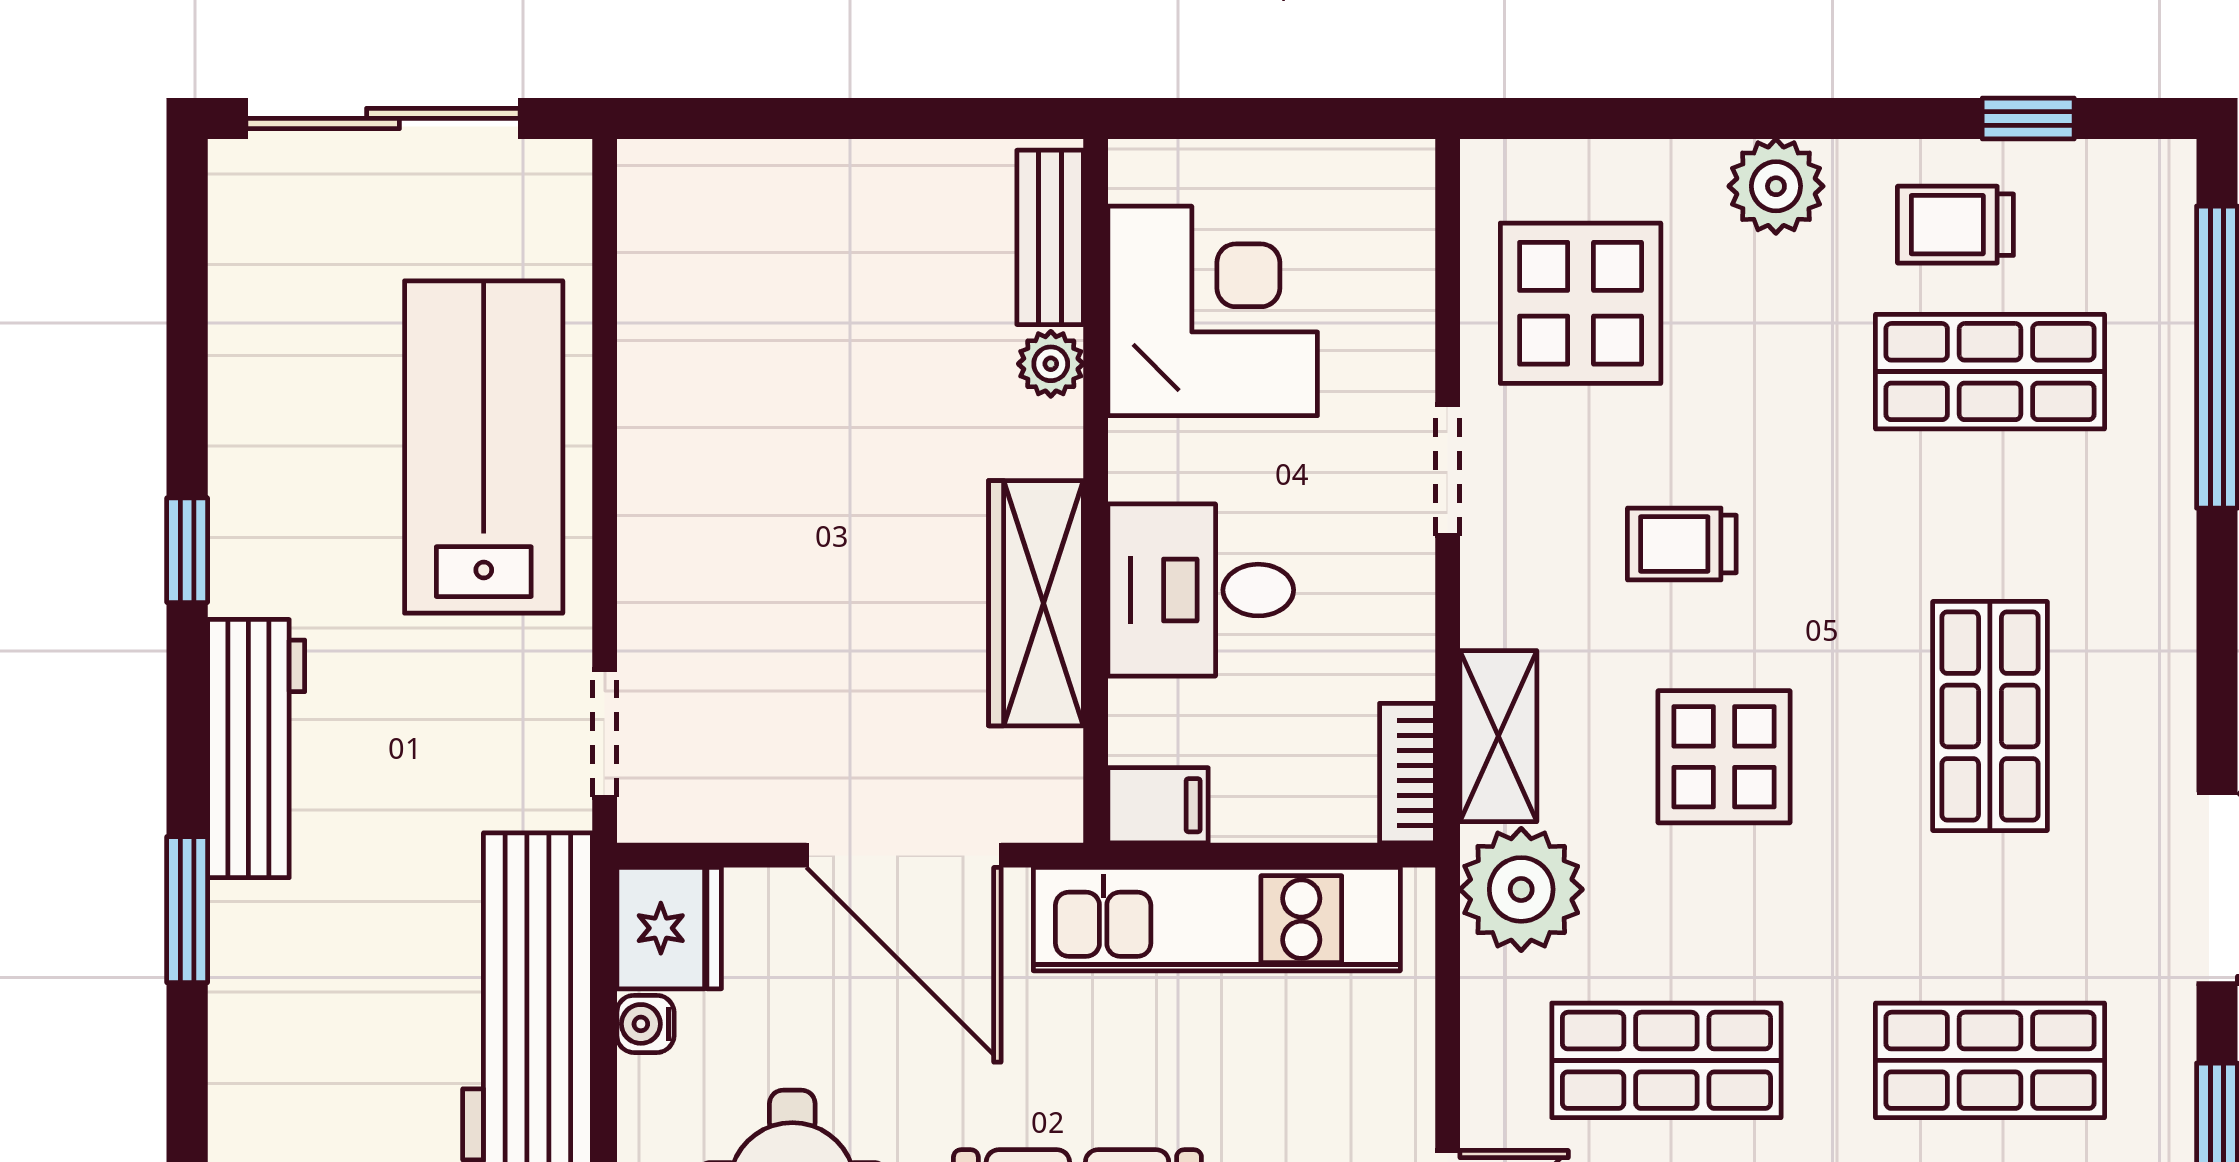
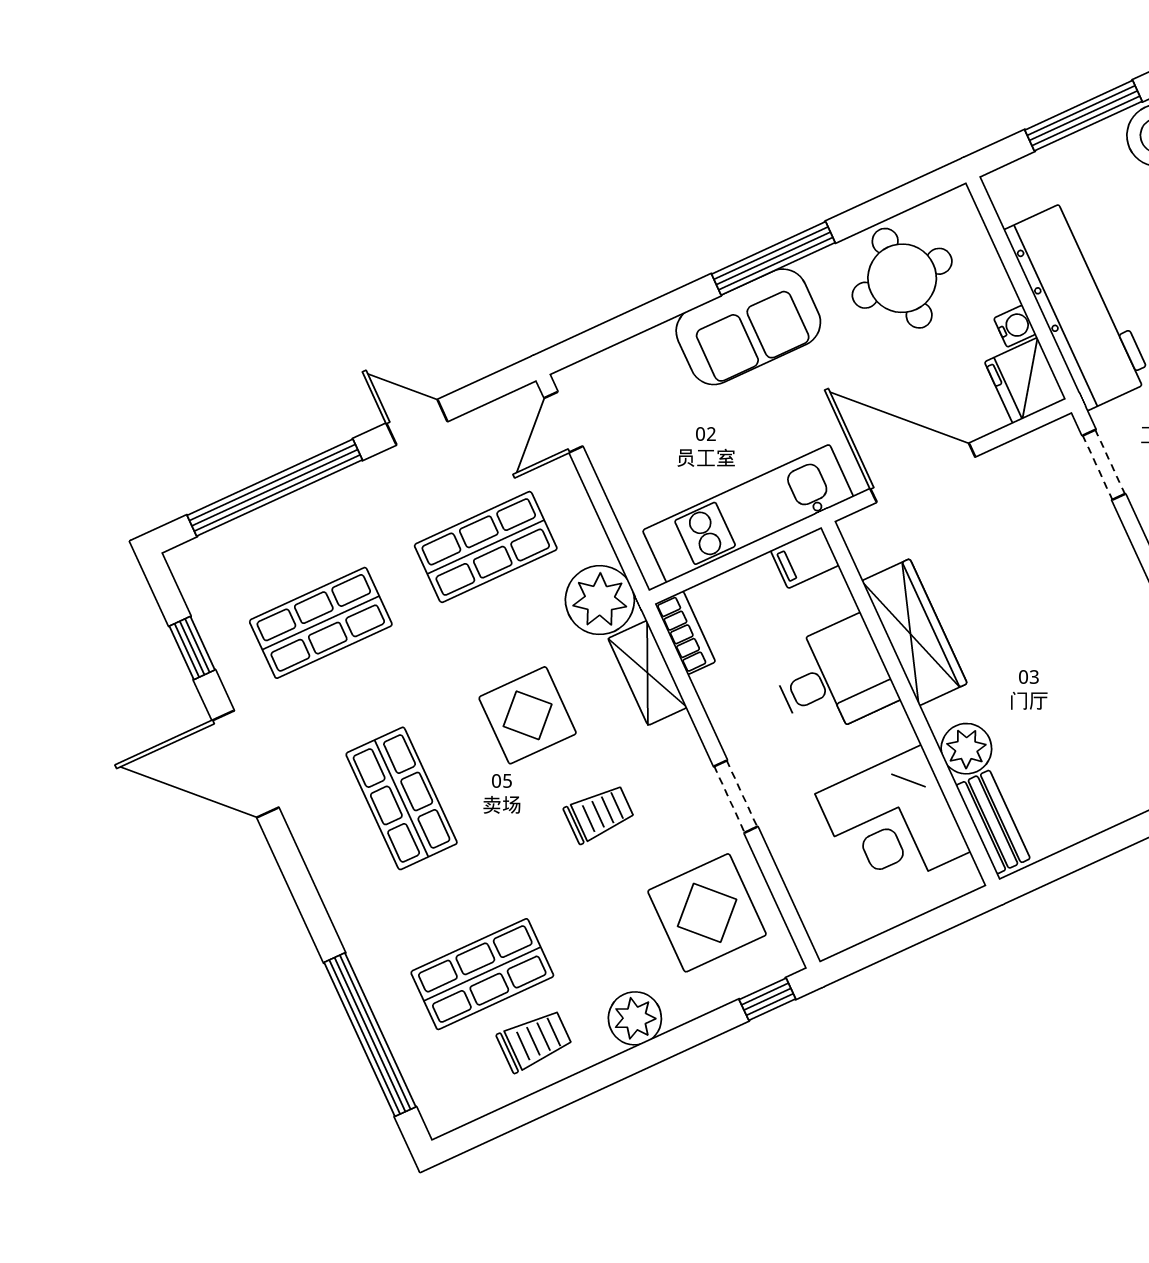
window: (2028, 118) -> (767, 999), moved
plant: (1051, 364) -> (966, 749), width x1.38, depth x1.38

